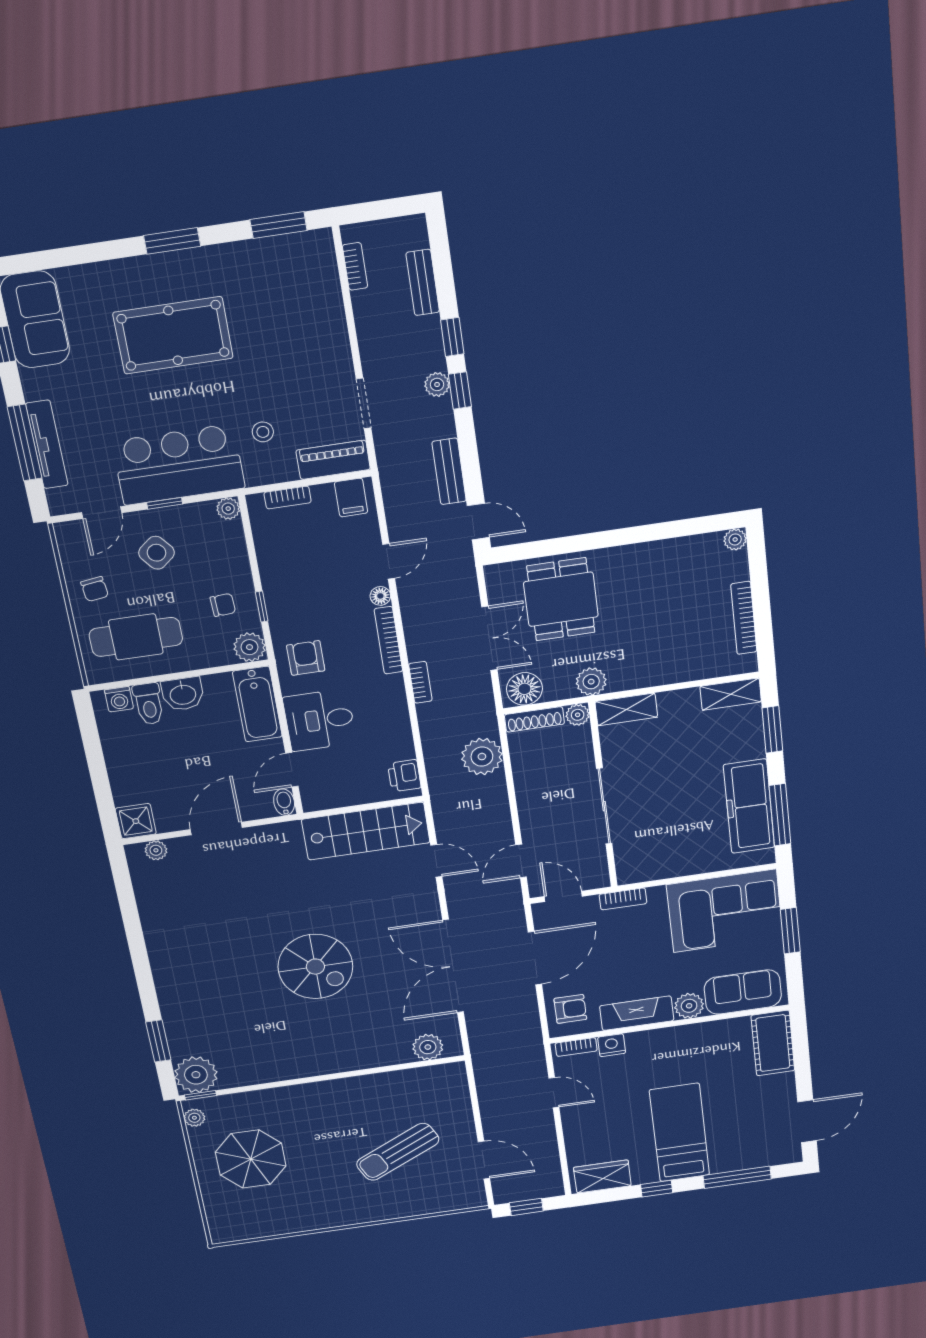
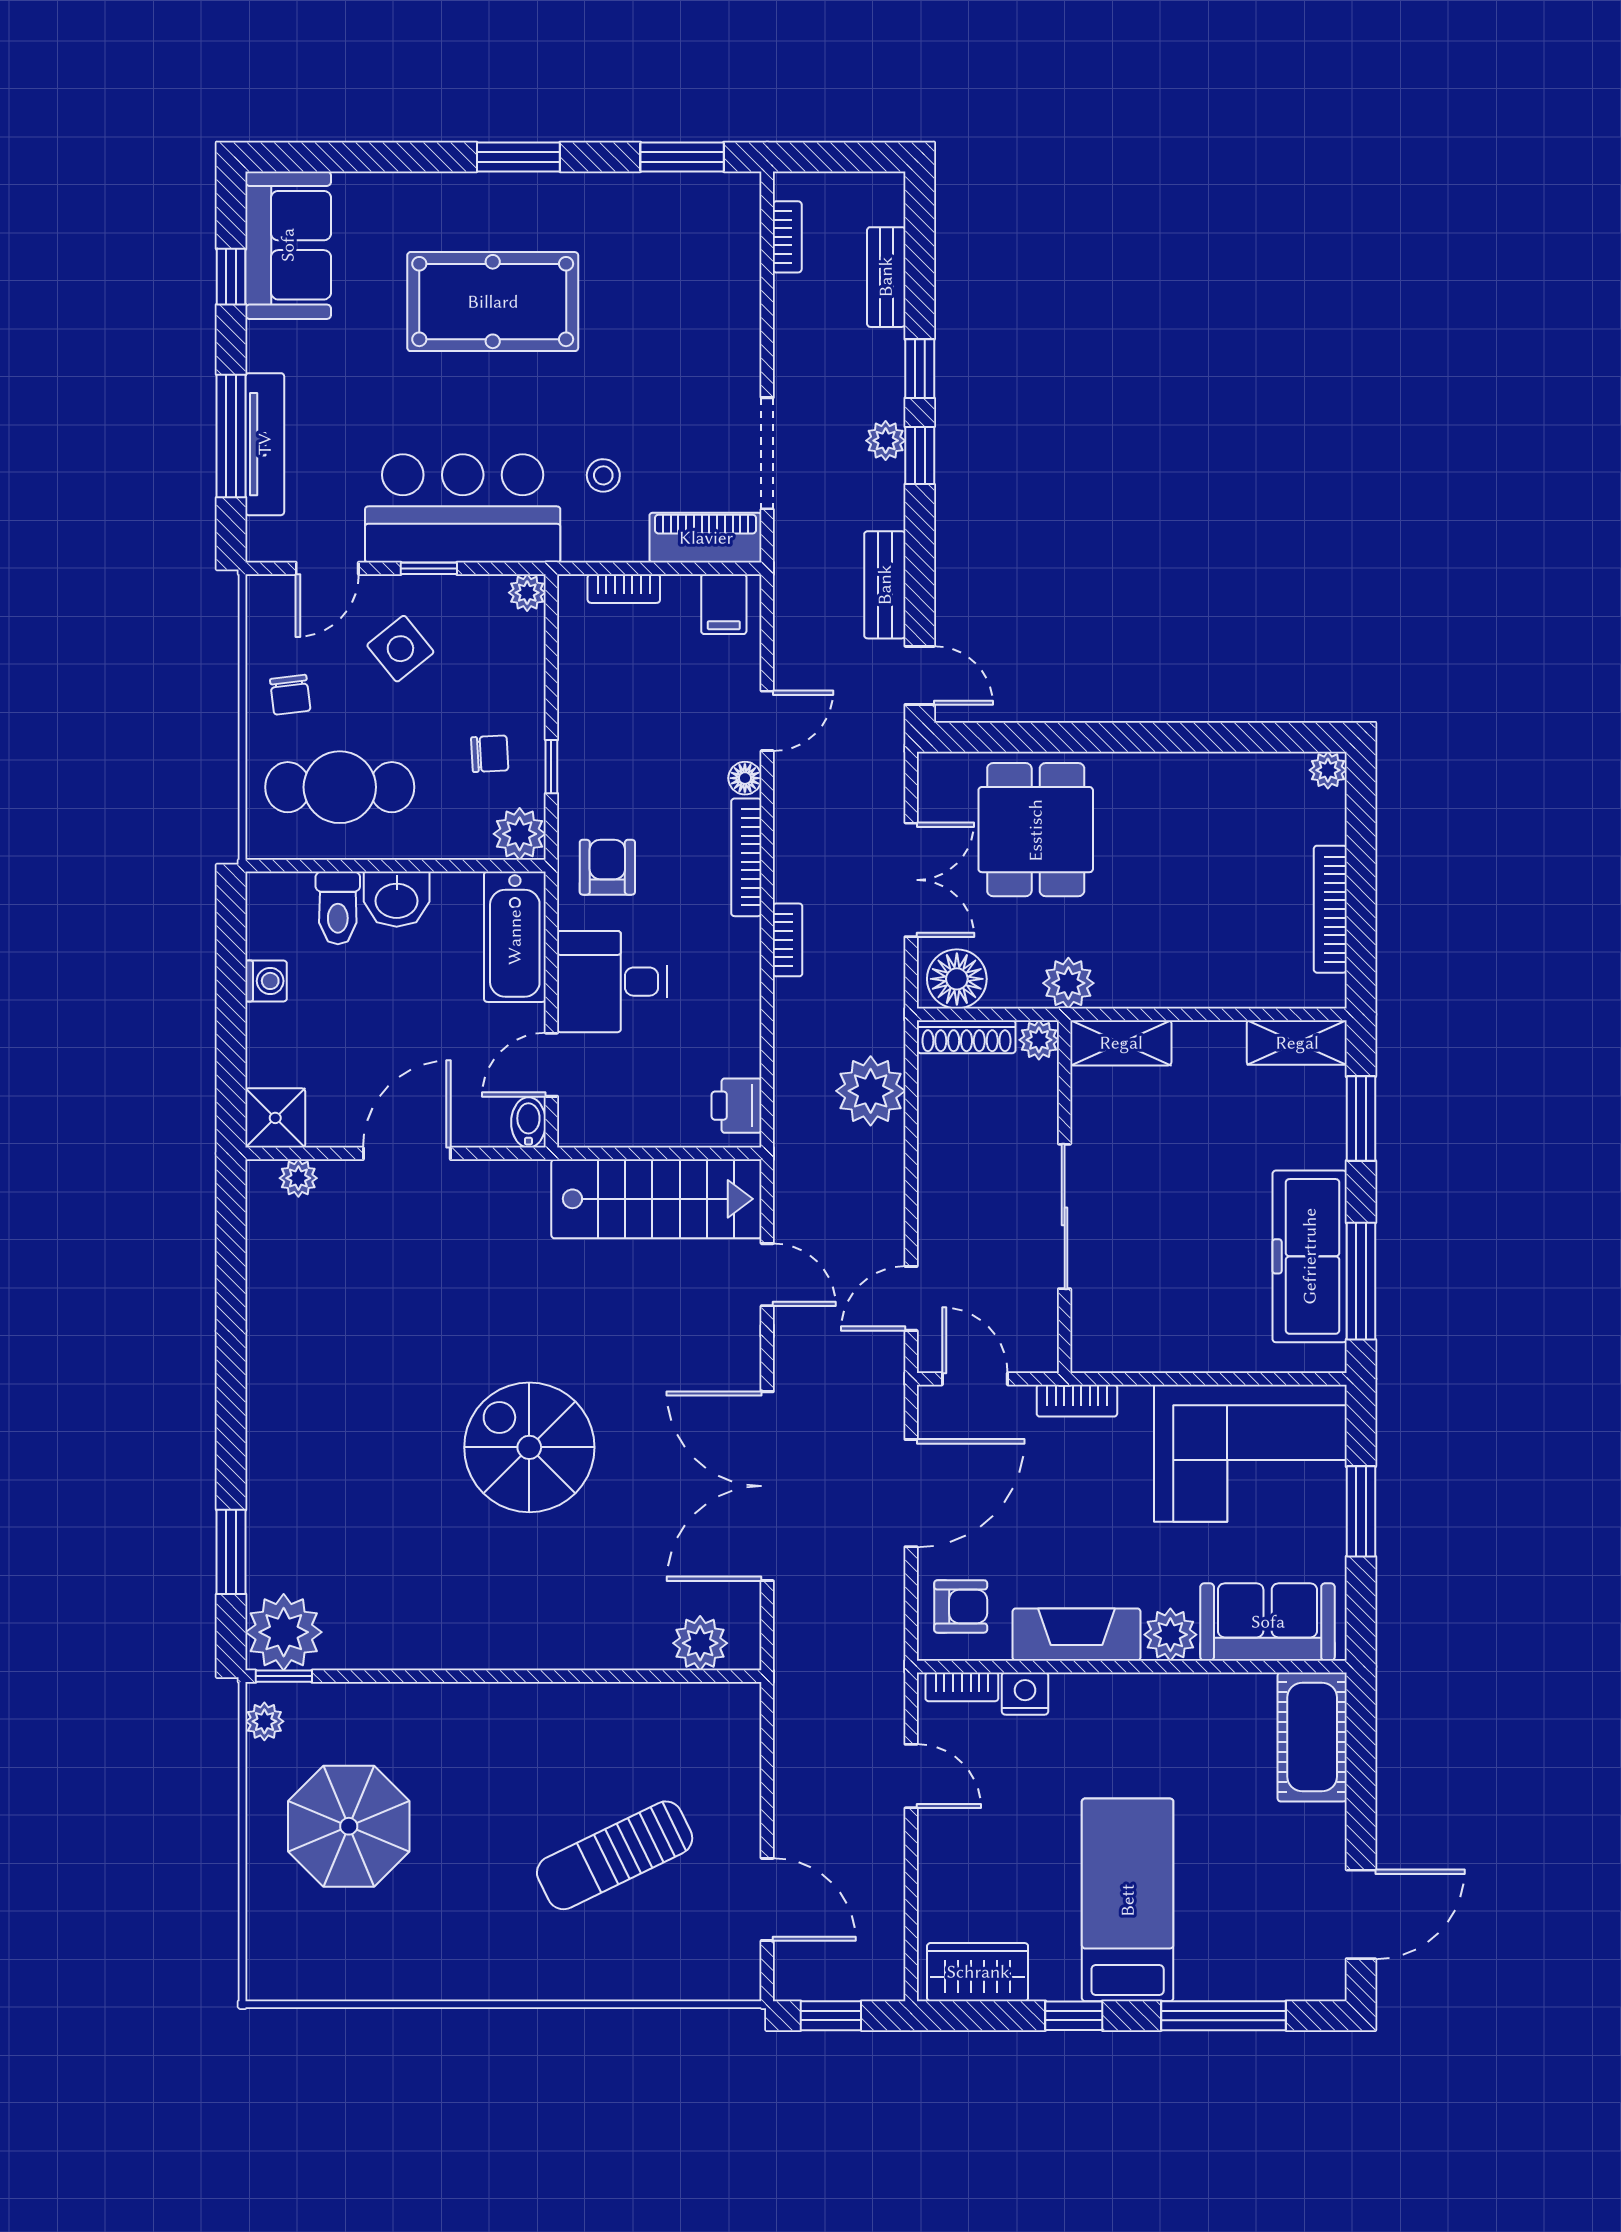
doorway: (364, 403) -> (767, 453), width x1.38
washing machine: (119, 699) -> (266, 981), moved, turned -90
spiral stairs: (315, 967) -> (529, 1447), turned 180

